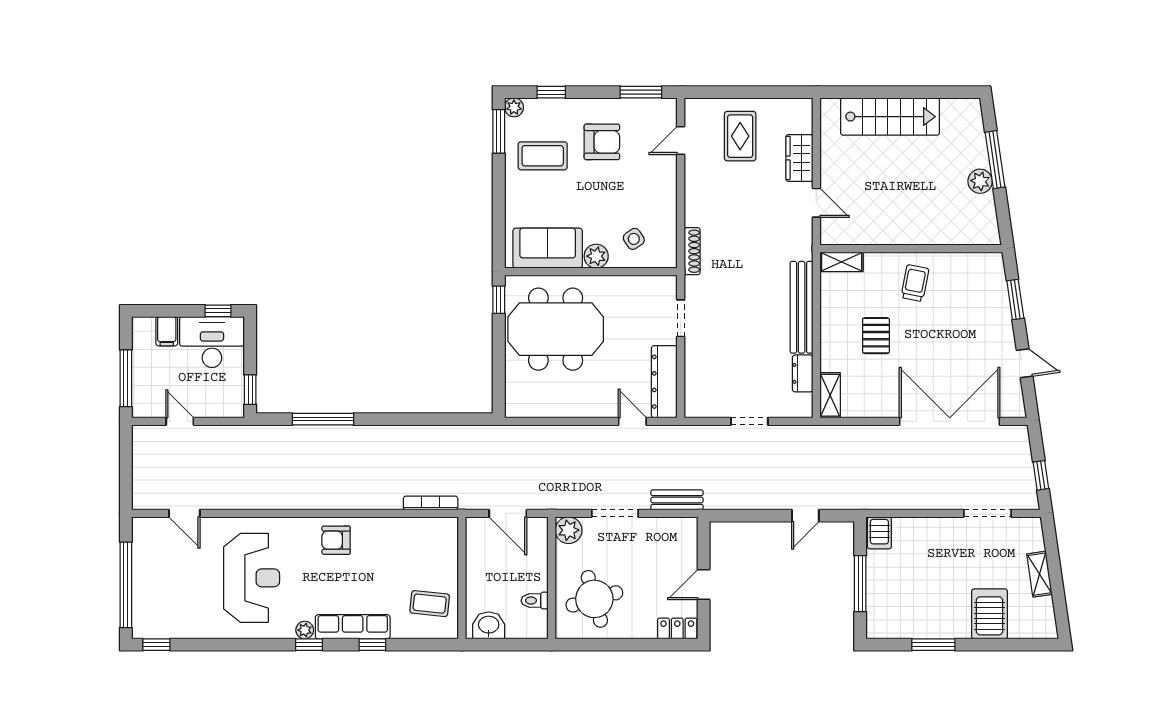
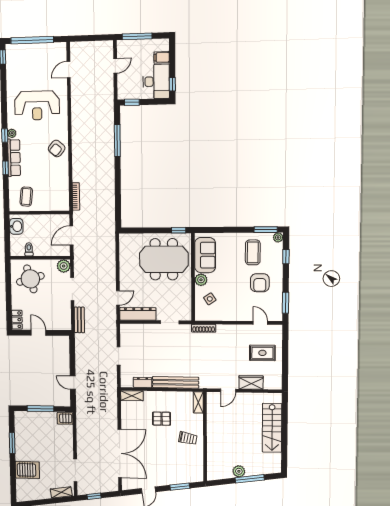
meeting table: (556, 329) -> (164, 259), turned 90
armchair: (336, 540) -> (57, 148), turned -140
shelving: (1039, 574) -> (61, 492), moved

